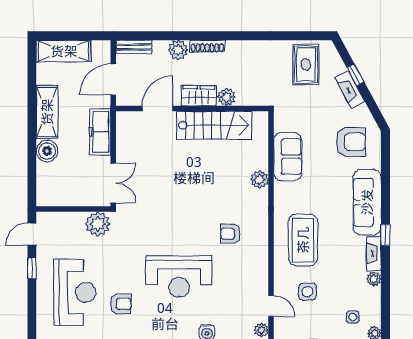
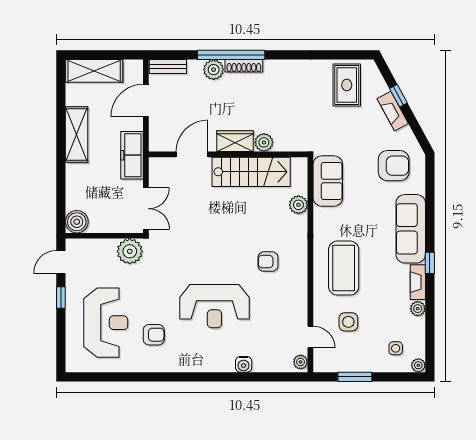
window: (195, 36) -> (231, 55), added
wardrobe: (199, 96) -> (235, 141), moved
plant: (226, 97) -> (264, 142), moved
door: (158, 109) -> (192, 154), moved
wall: (192, 109) -> (228, 154), moved
stairs: (214, 125) -> (251, 172), moved
boiler: (47, 151) -> (77, 222), moved

